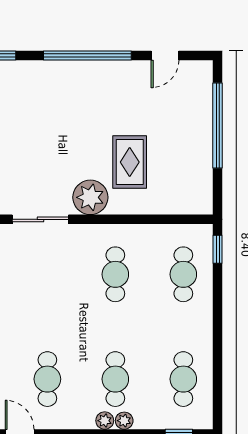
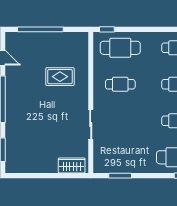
plant: (90, 197) -> (79, 98), removed
cafe table: (183, 274) -> (120, 48), width x1.37, depth x1.35

